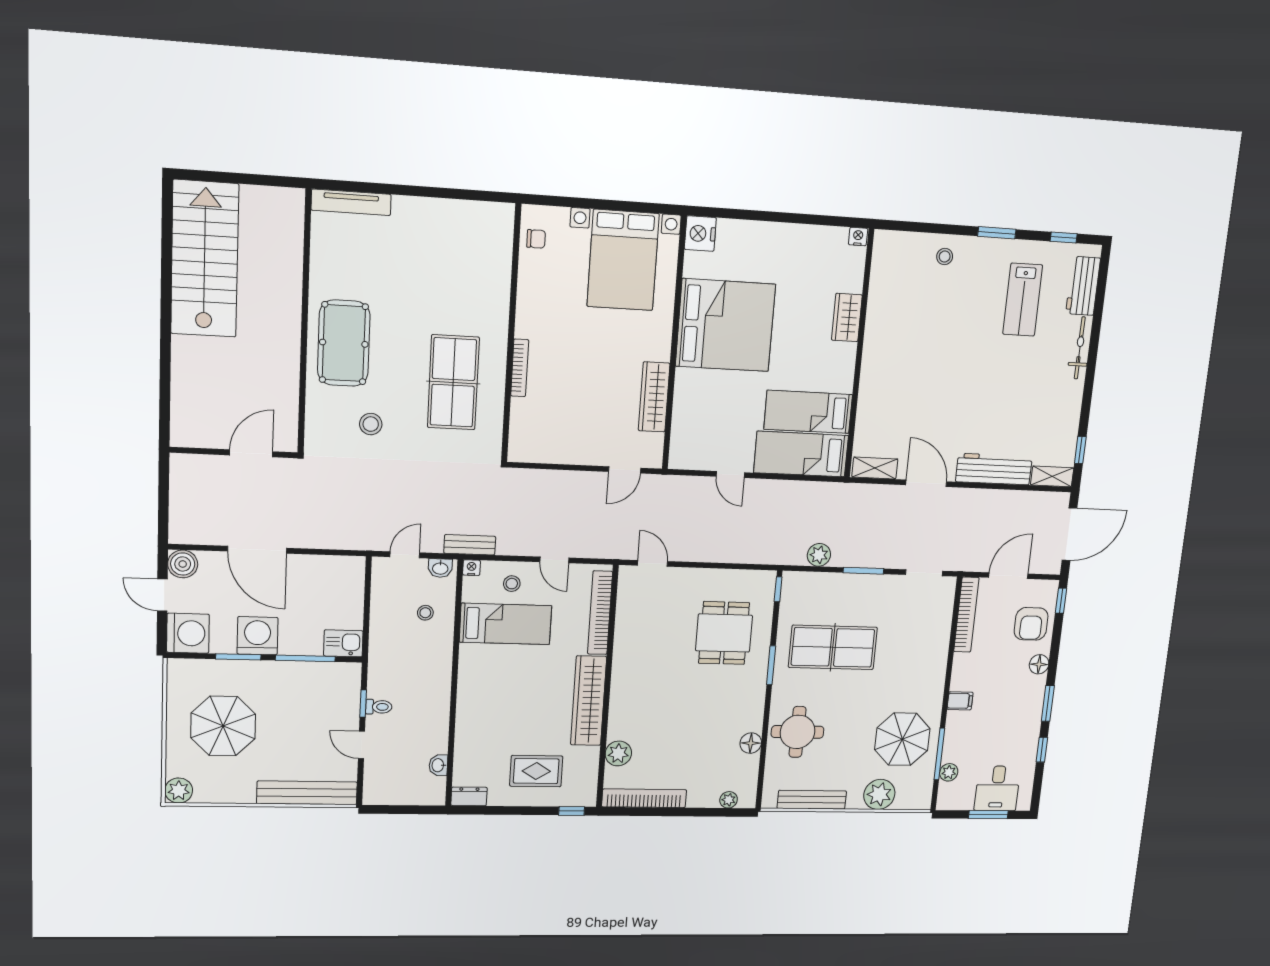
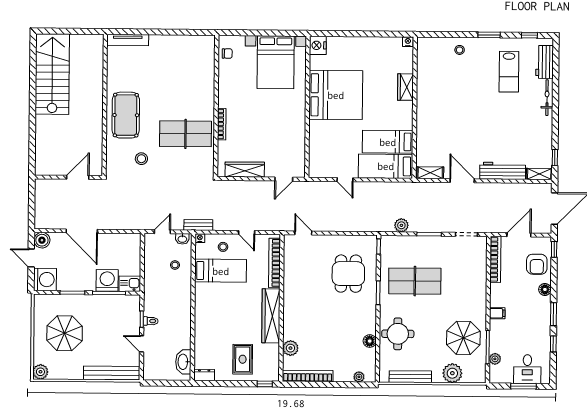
table tennis table: (453, 382) -> (186, 134), turned 90
wardrobe: (654, 397) -> (245, 170), moved, turned 90
washing machine: (258, 636) -> (107, 280), moved
washbasin: (438, 765) -> (183, 362), width x1.91, depth x1.45
rug: (536, 771) -> (243, 359), turned 90

